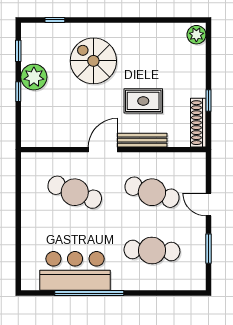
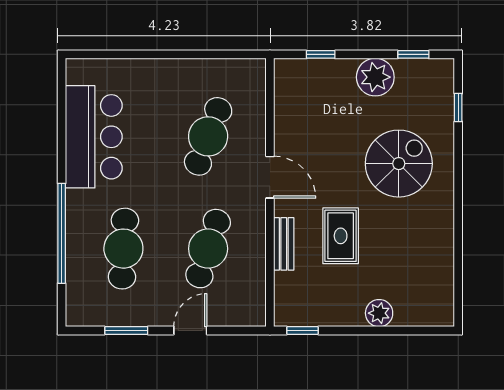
plant: (196, 35) -> (379, 313), moved
window: (18, 92) -> (321, 54), moved
window: (208, 101) -> (303, 331), moved
shoe rack: (198, 123) -> (309, 316), removed
bench: (142, 140) -> (284, 244), width x0.73
window: (89, 293) -> (62, 233), moved

